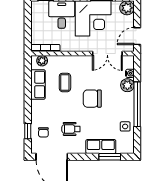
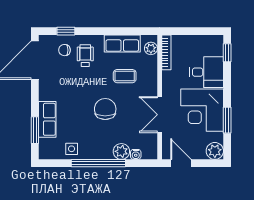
double door: (107, 54) -> (160, 115), moved
wheelchair: (71, 129) -> (85, 56), moved

